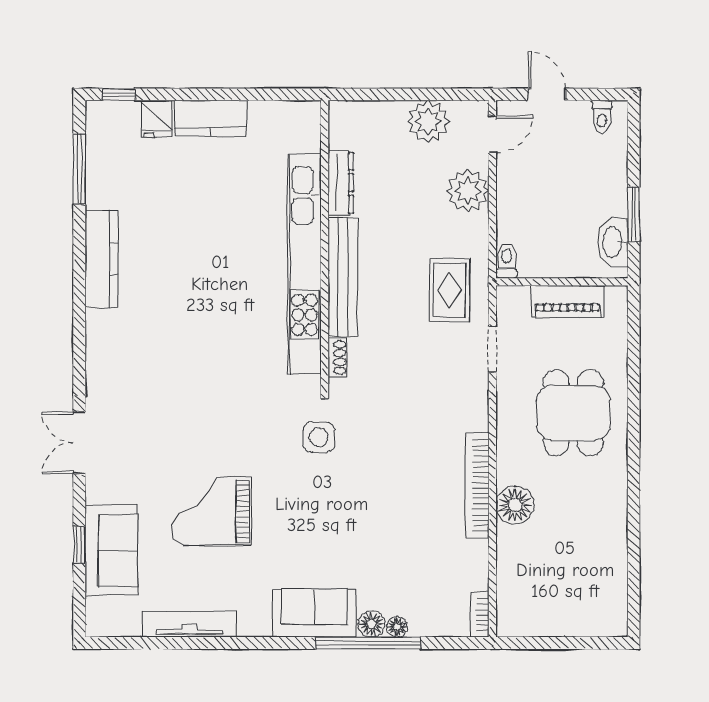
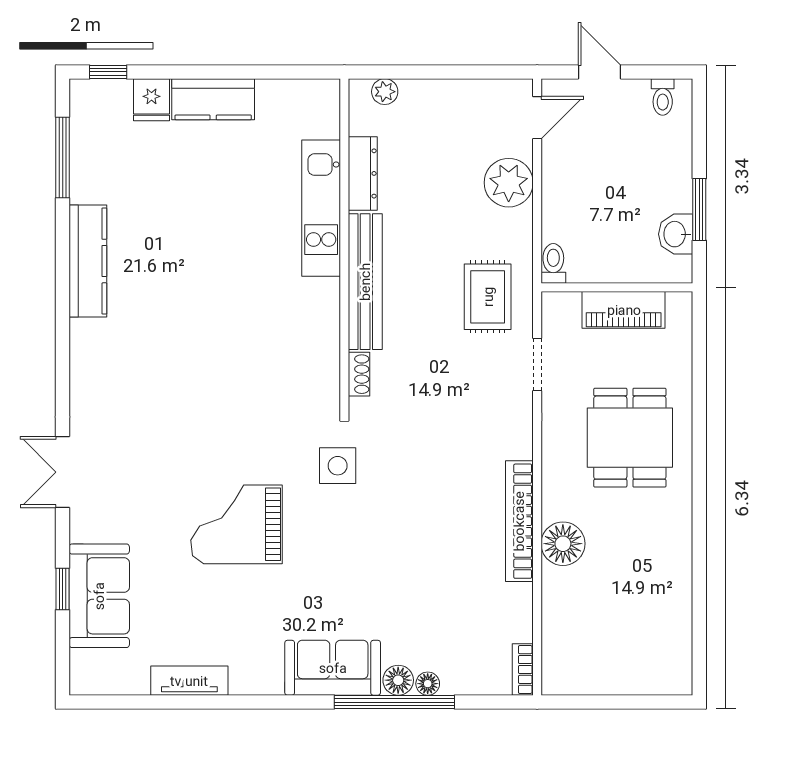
plant: (428, 121) -> (385, 92), moved, width x0.53, depth x0.53
washbasin: (613, 242) -> (676, 234), width x0.72
kitchen unit: (304, 264) -> (321, 208), width x0.54
grand piano: (211, 511) -> (237, 524), moved
tv unit: (190, 624) -> (189, 681), width x0.71

